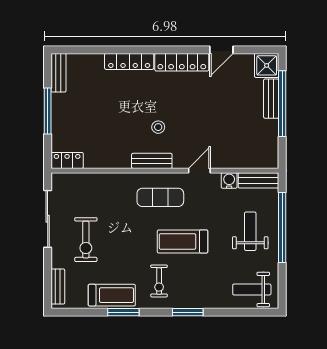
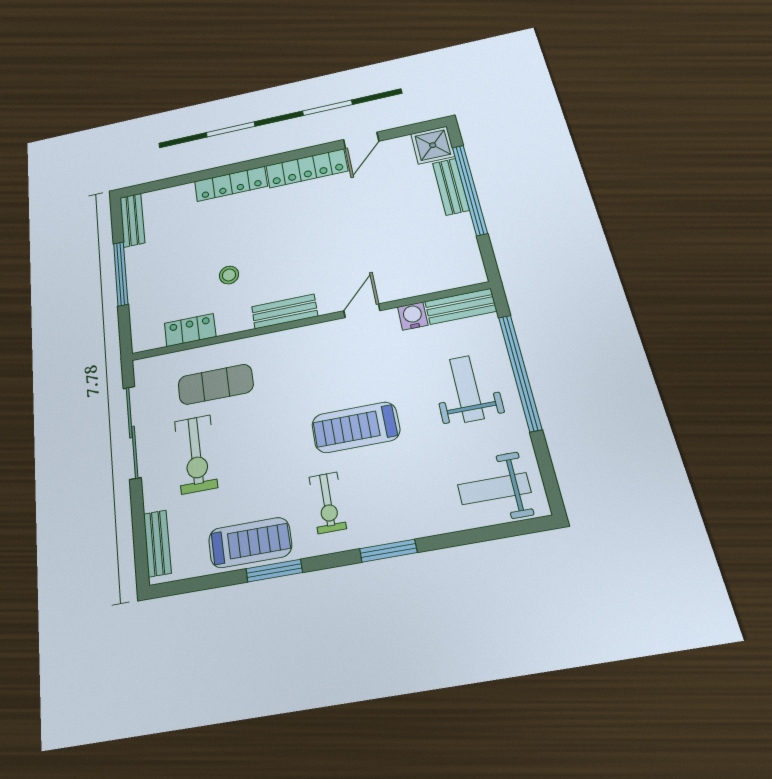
stool: (158, 127) -> (229, 275), moved
locker: (67, 160) -> (190, 330), moved
exercise mat: (160, 197) -> (216, 384), moved

